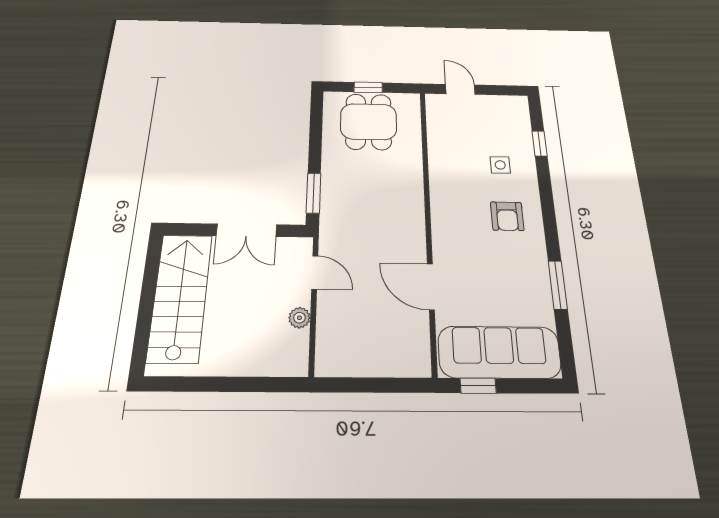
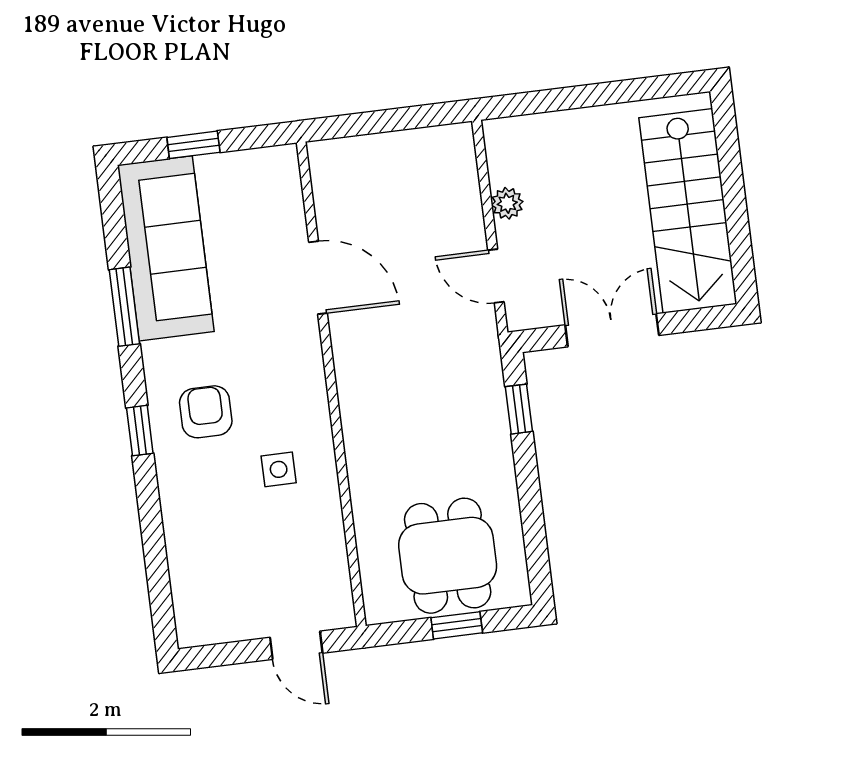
window: (540, 143) -> (140, 431), moved
side table: (500, 165) -> (279, 469), moved
window: (314, 193) -> (519, 409), width x0.67
sofa: (499, 352) -> (166, 248), moved, turned -90
window: (478, 386) -> (193, 145), moved

